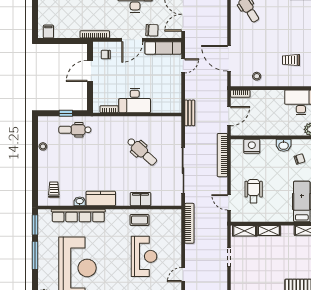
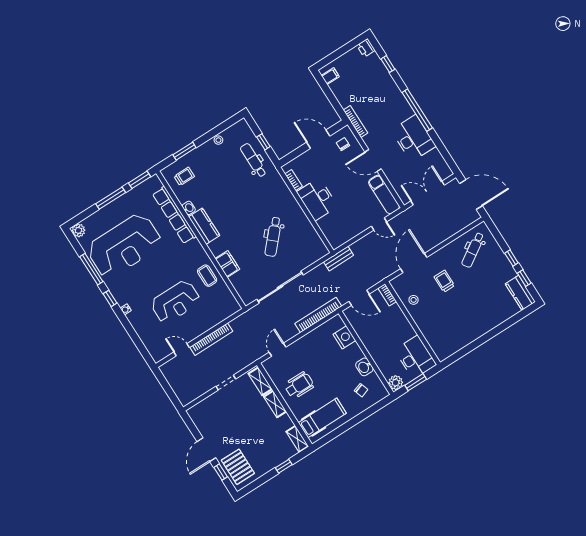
chair: (152, 30) -> (394, 173), removed
trolley: (291, 60) -> (444, 281), moved
window: (35, 177) -> (184, 151), added
wheelchair: (254, 191) -> (299, 385), moved
bookcase: (189, 223) -> (211, 339), moved

